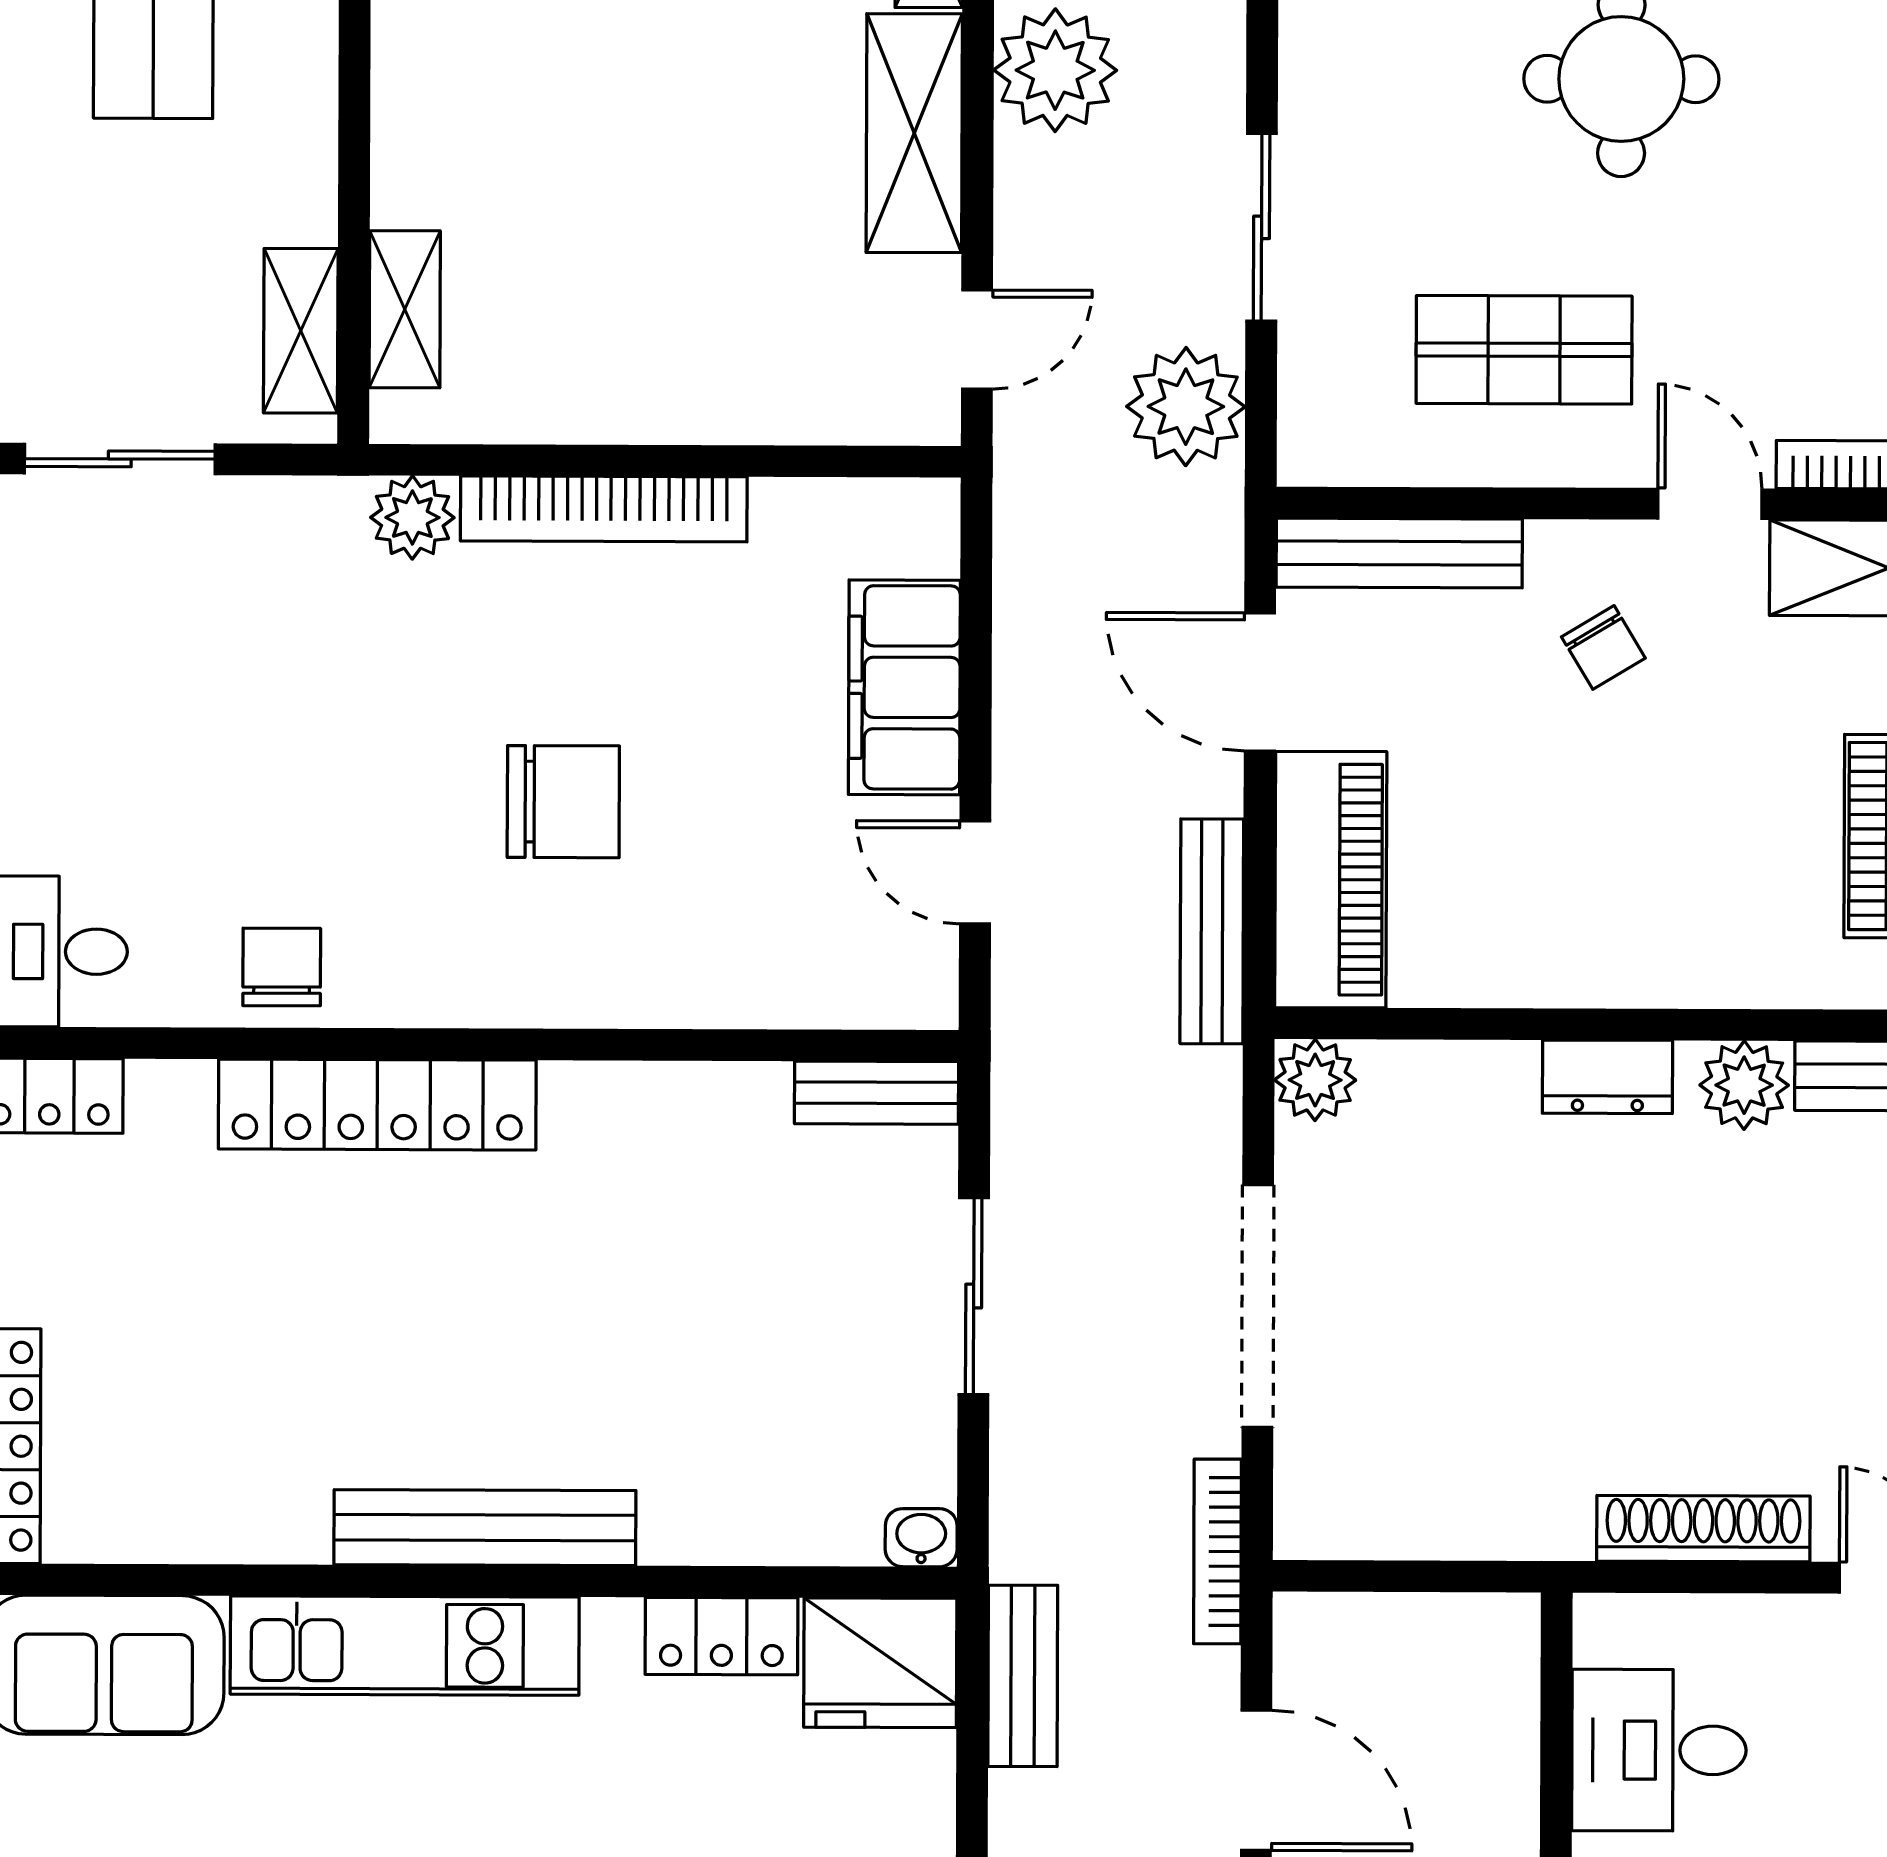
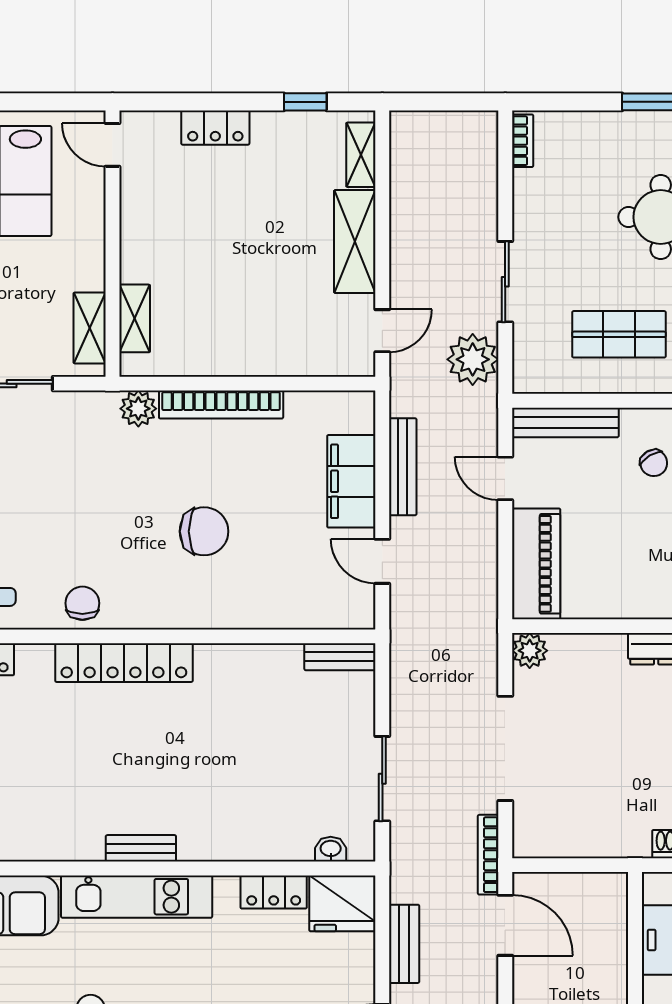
plant: (1055, 70) -> (416, 214), removed
door: (1260, 682) -> (505, 478), width x0.73
bench: (1212, 931) -> (403, 467), moved
sliding door: (974, 1296) -> (382, 779), moved
bench: (485, 1528) -> (141, 848), width x0.54, depth x0.82
washbasin: (921, 1538) -> (331, 849), moved
bench: (1023, 1676) -> (404, 944), moved
door: (1256, 1780) -> (505, 925), moved

